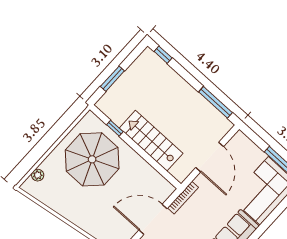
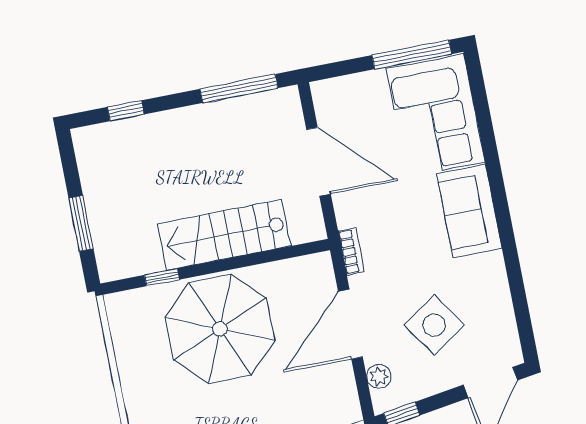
window: (163, 55) -> (126, 111), moved
parasol: (92, 159) -> (220, 329), moved
bookcase: (183, 198) -> (351, 251), width x0.64

